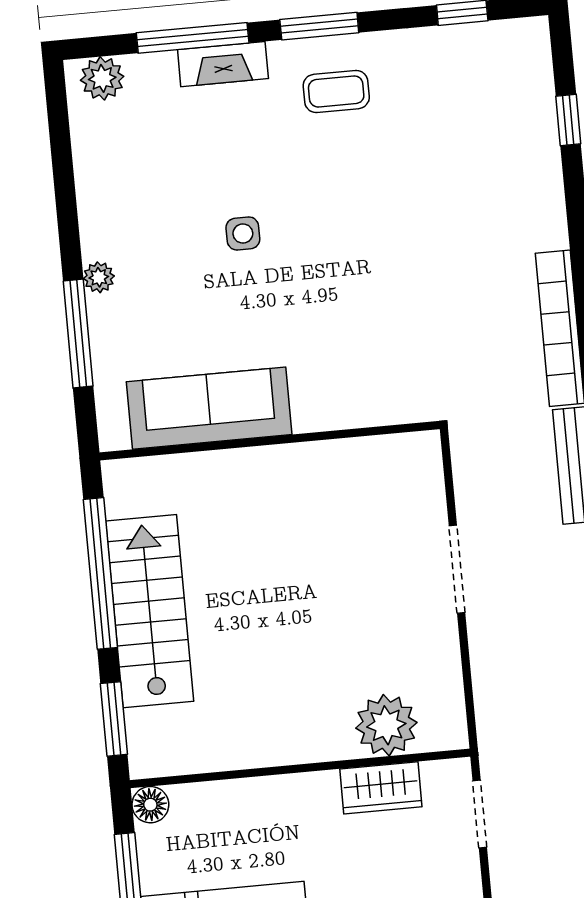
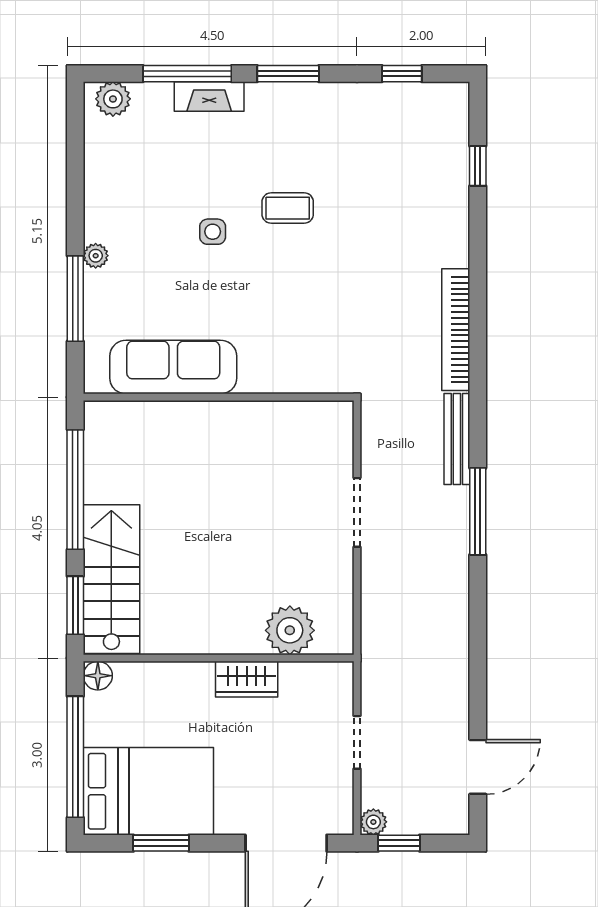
coffee table: (336, 91) -> (288, 208), moved
stairs: (150, 611) -> (111, 579), moved
wardrobe: (381, 788) -> (247, 679), moved
doorway: (480, 814) -> (357, 742), moved

